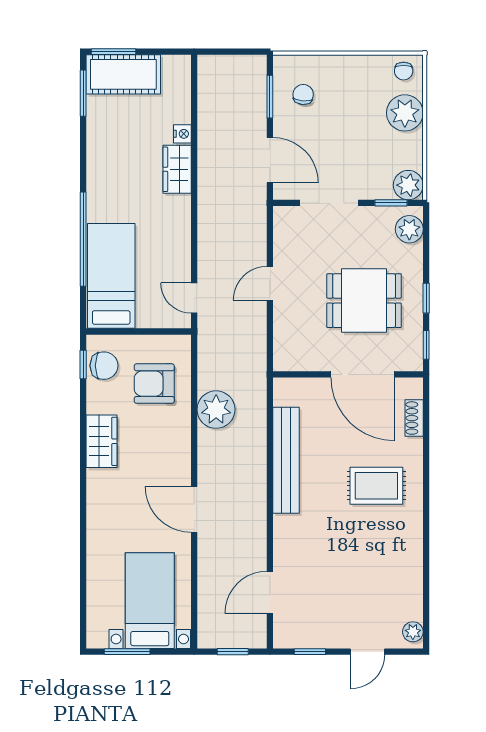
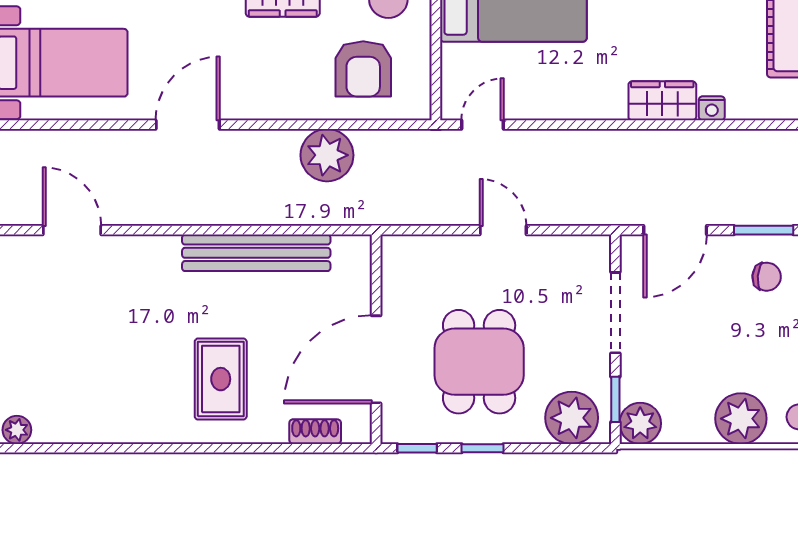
plant: (409, 229) -> (572, 418), width x1.36, depth x1.36
armchair: (154, 384) -> (363, 69), turned 180

